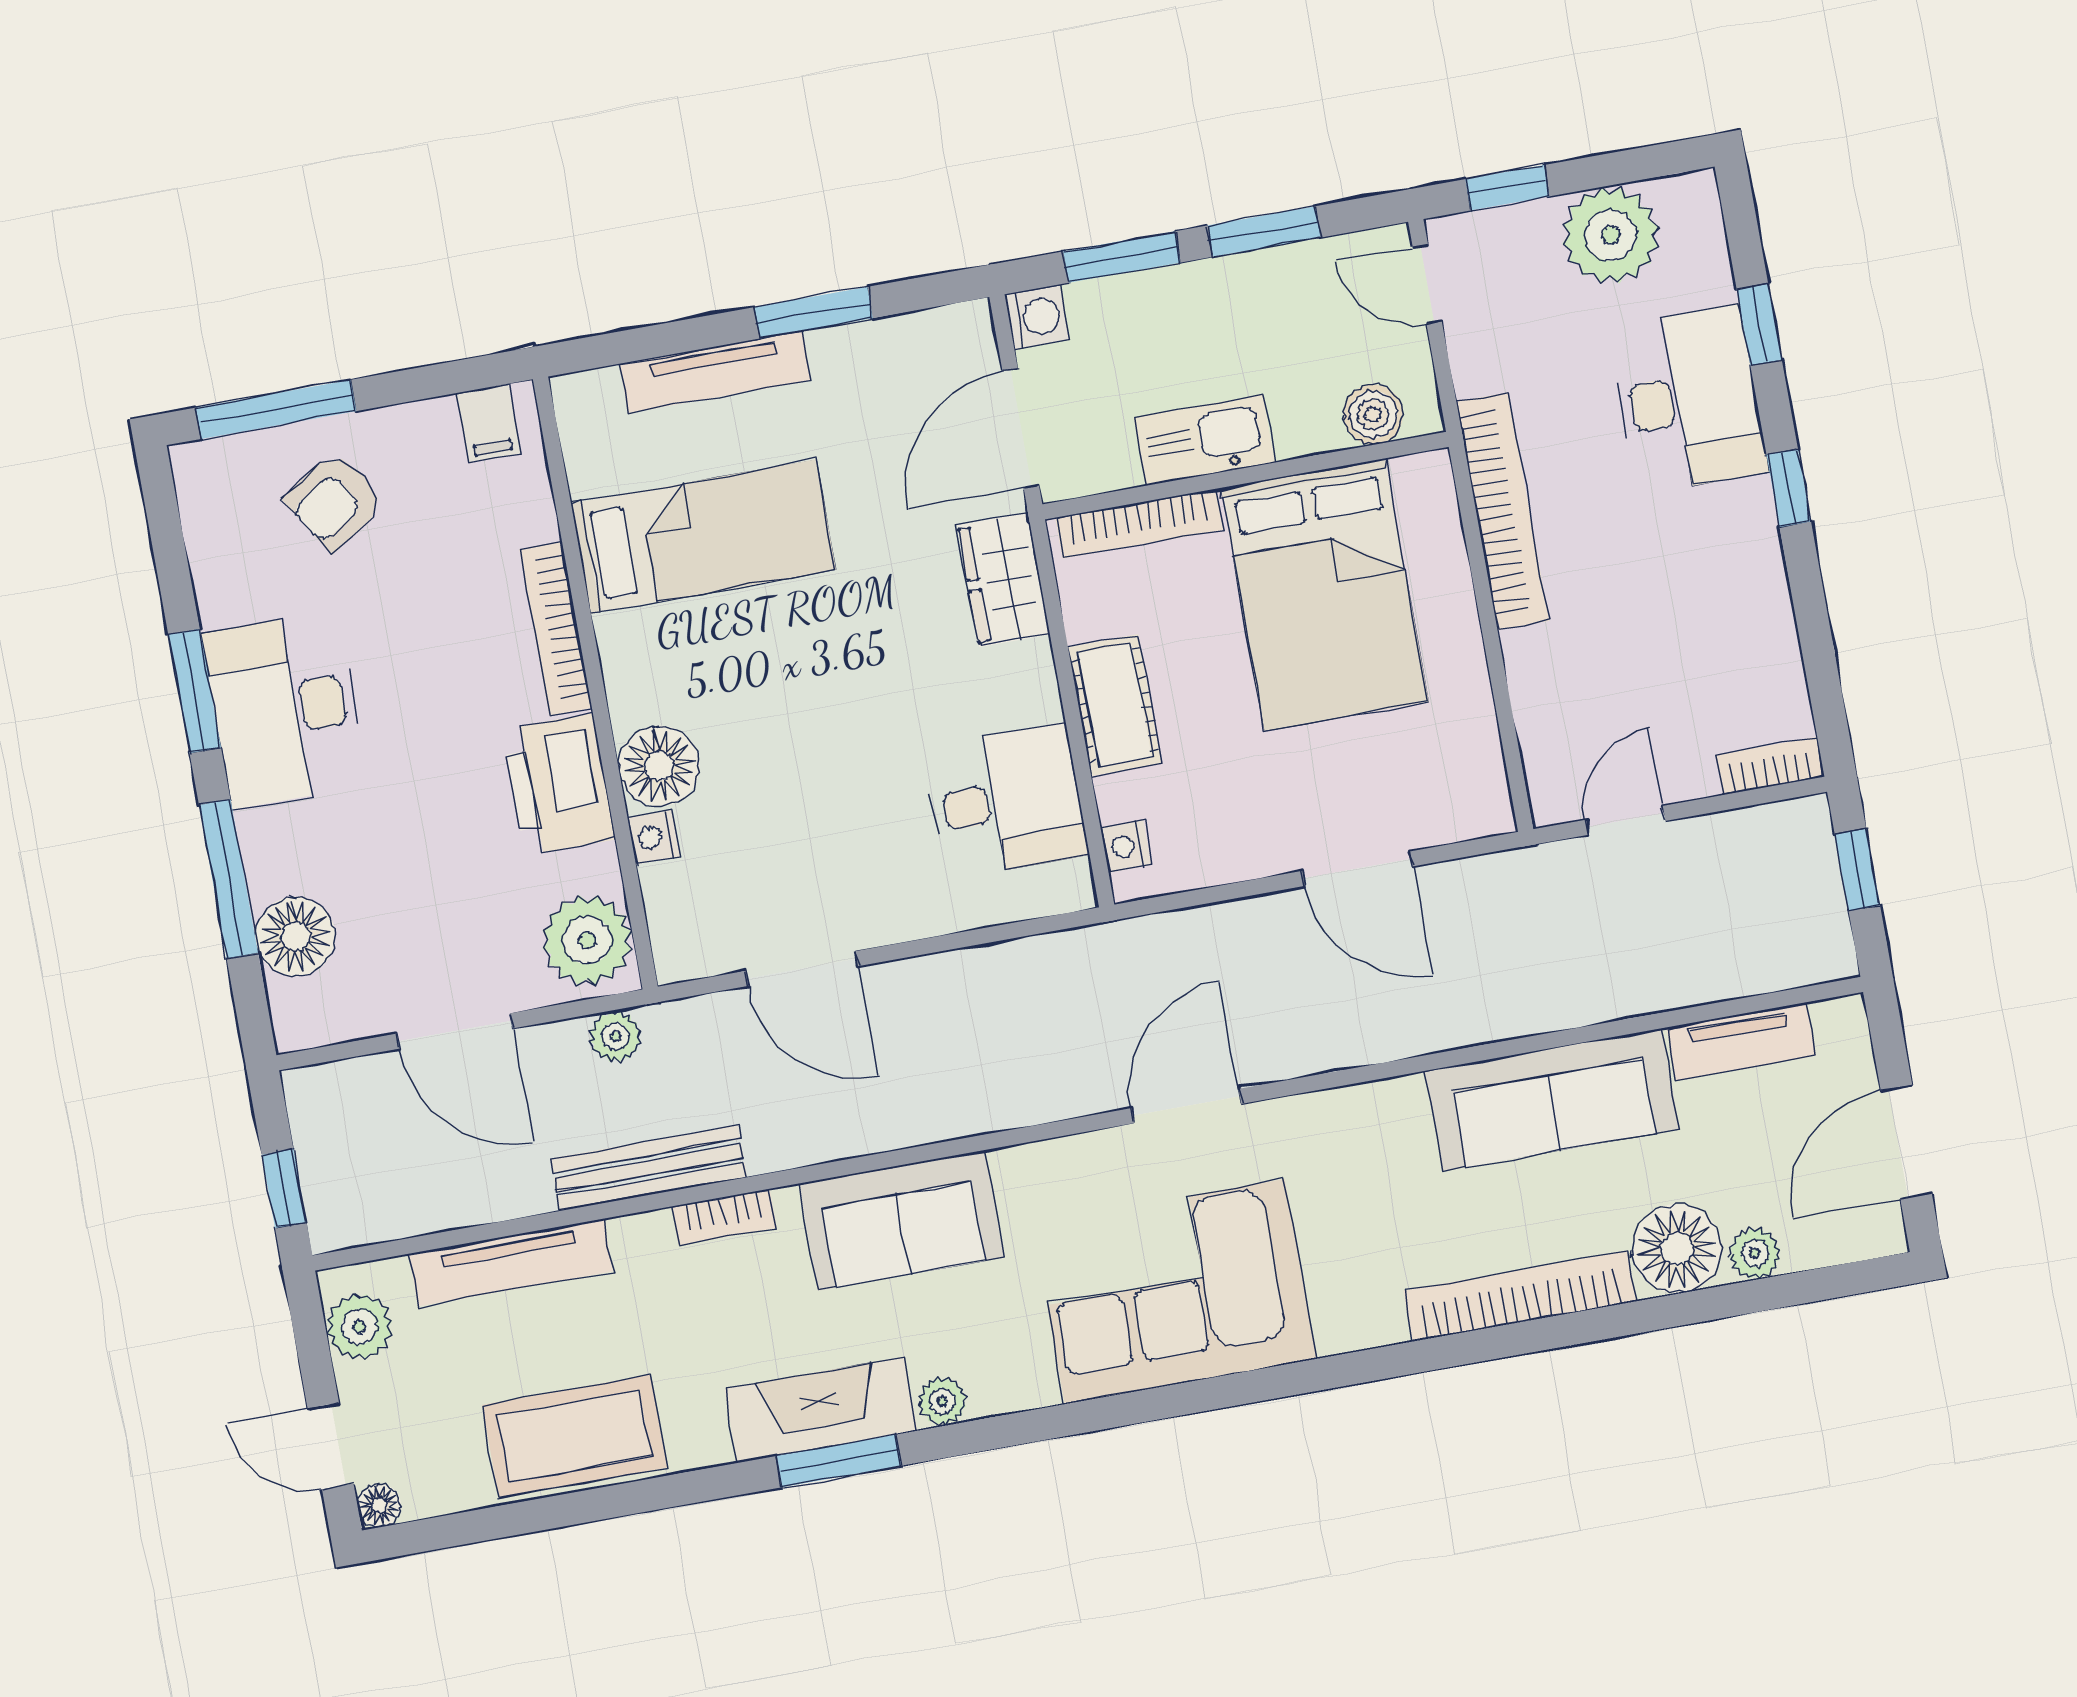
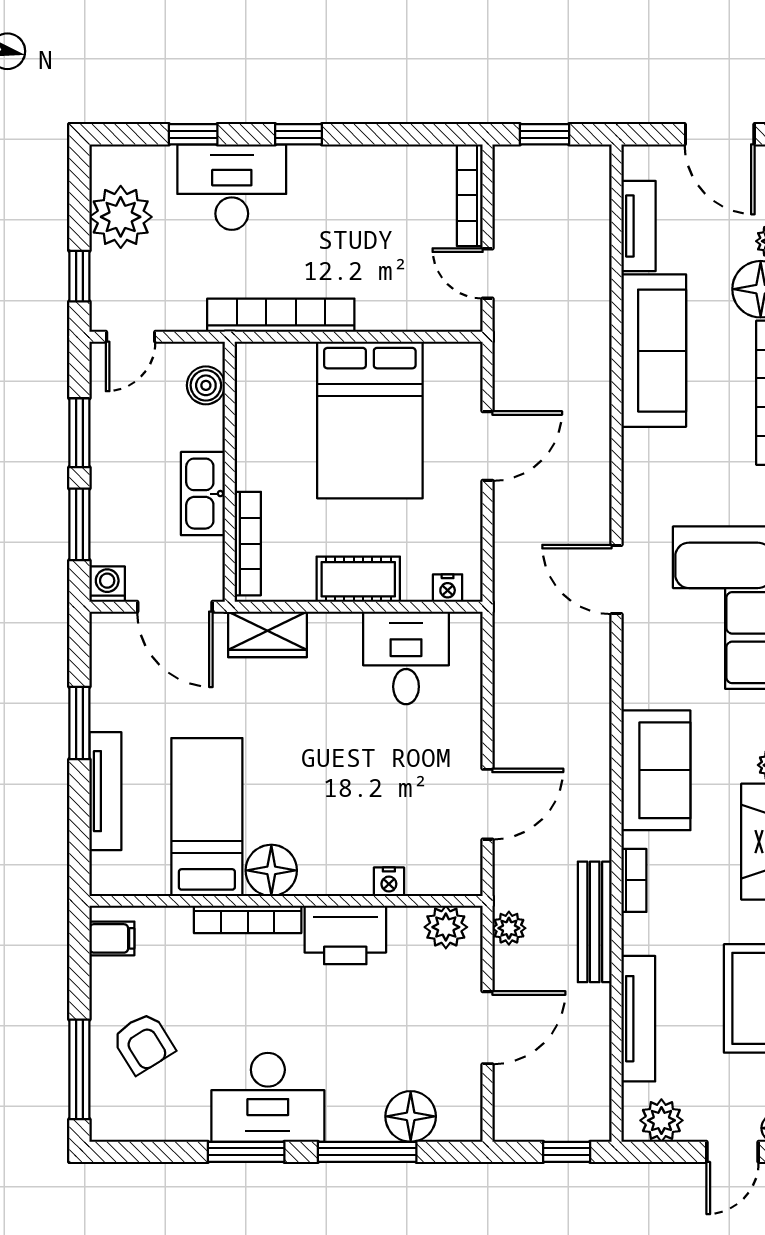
bed: (1325, 595) -> (370, 420), moved, turned 90
floor lamp: (659, 766) -> (271, 870), moved
bookcase: (1770, 766) -> (470, 195), width x1.56
plant: (587, 940) -> (446, 927), width x0.73, depth x0.73

